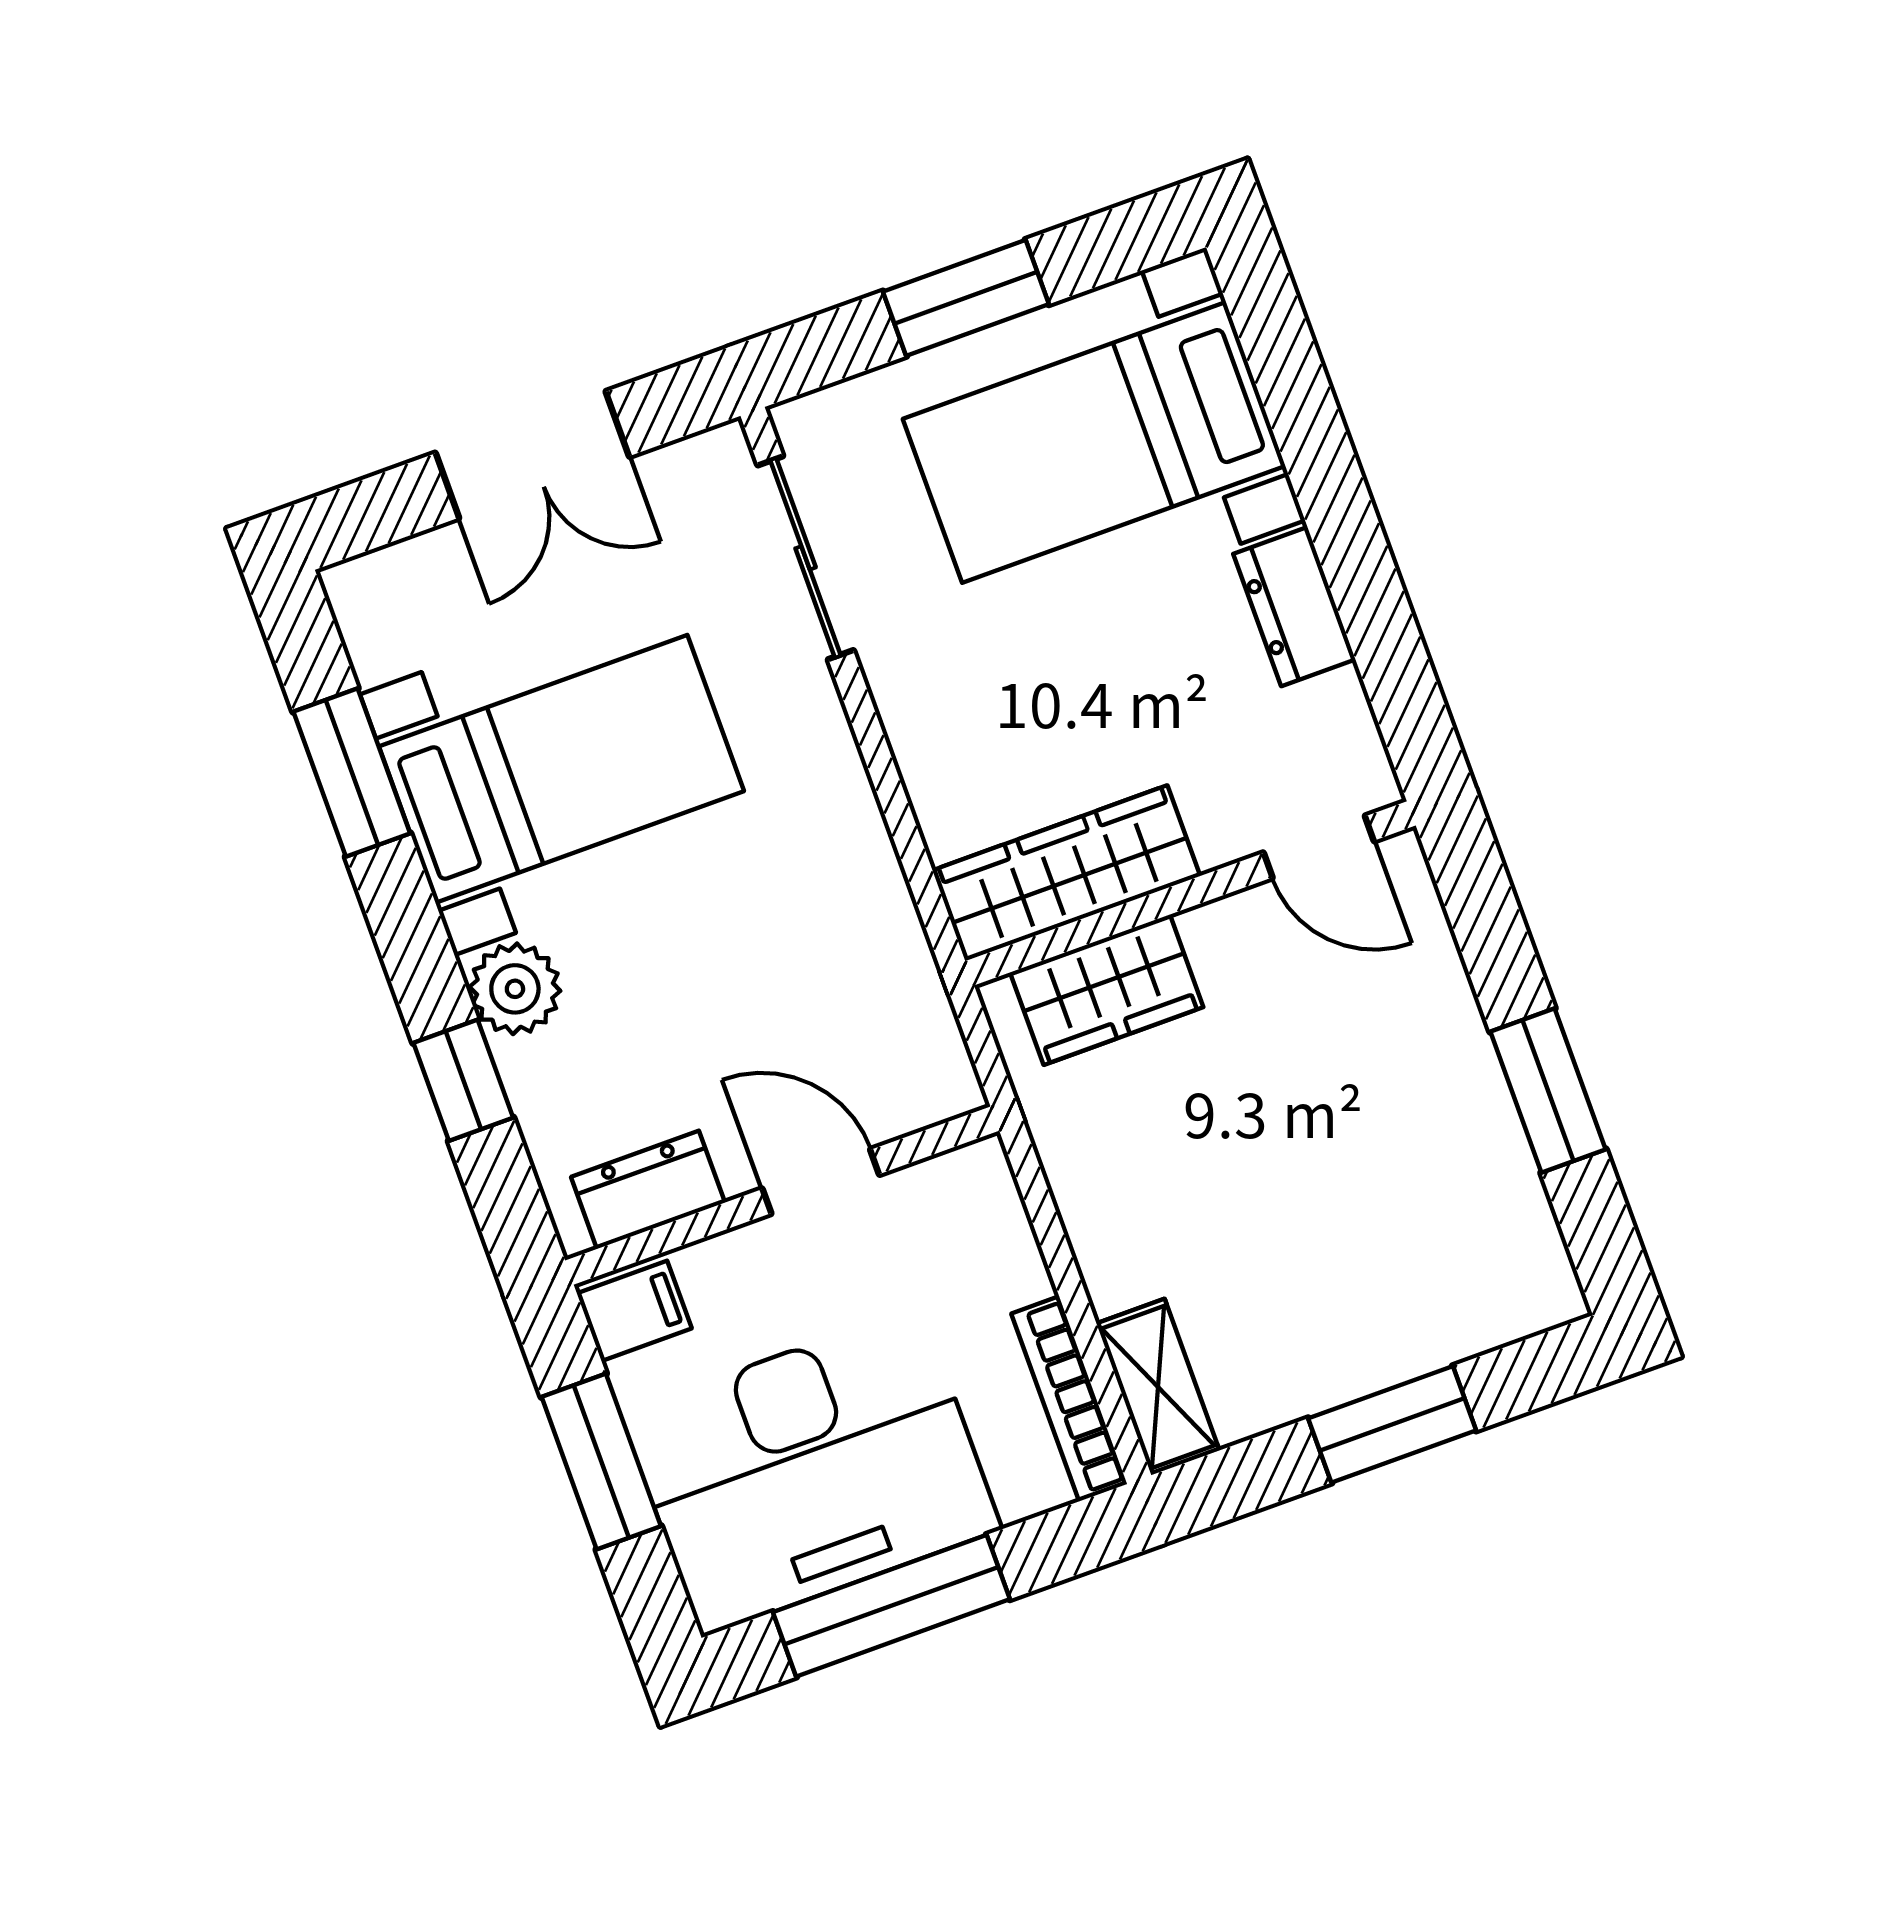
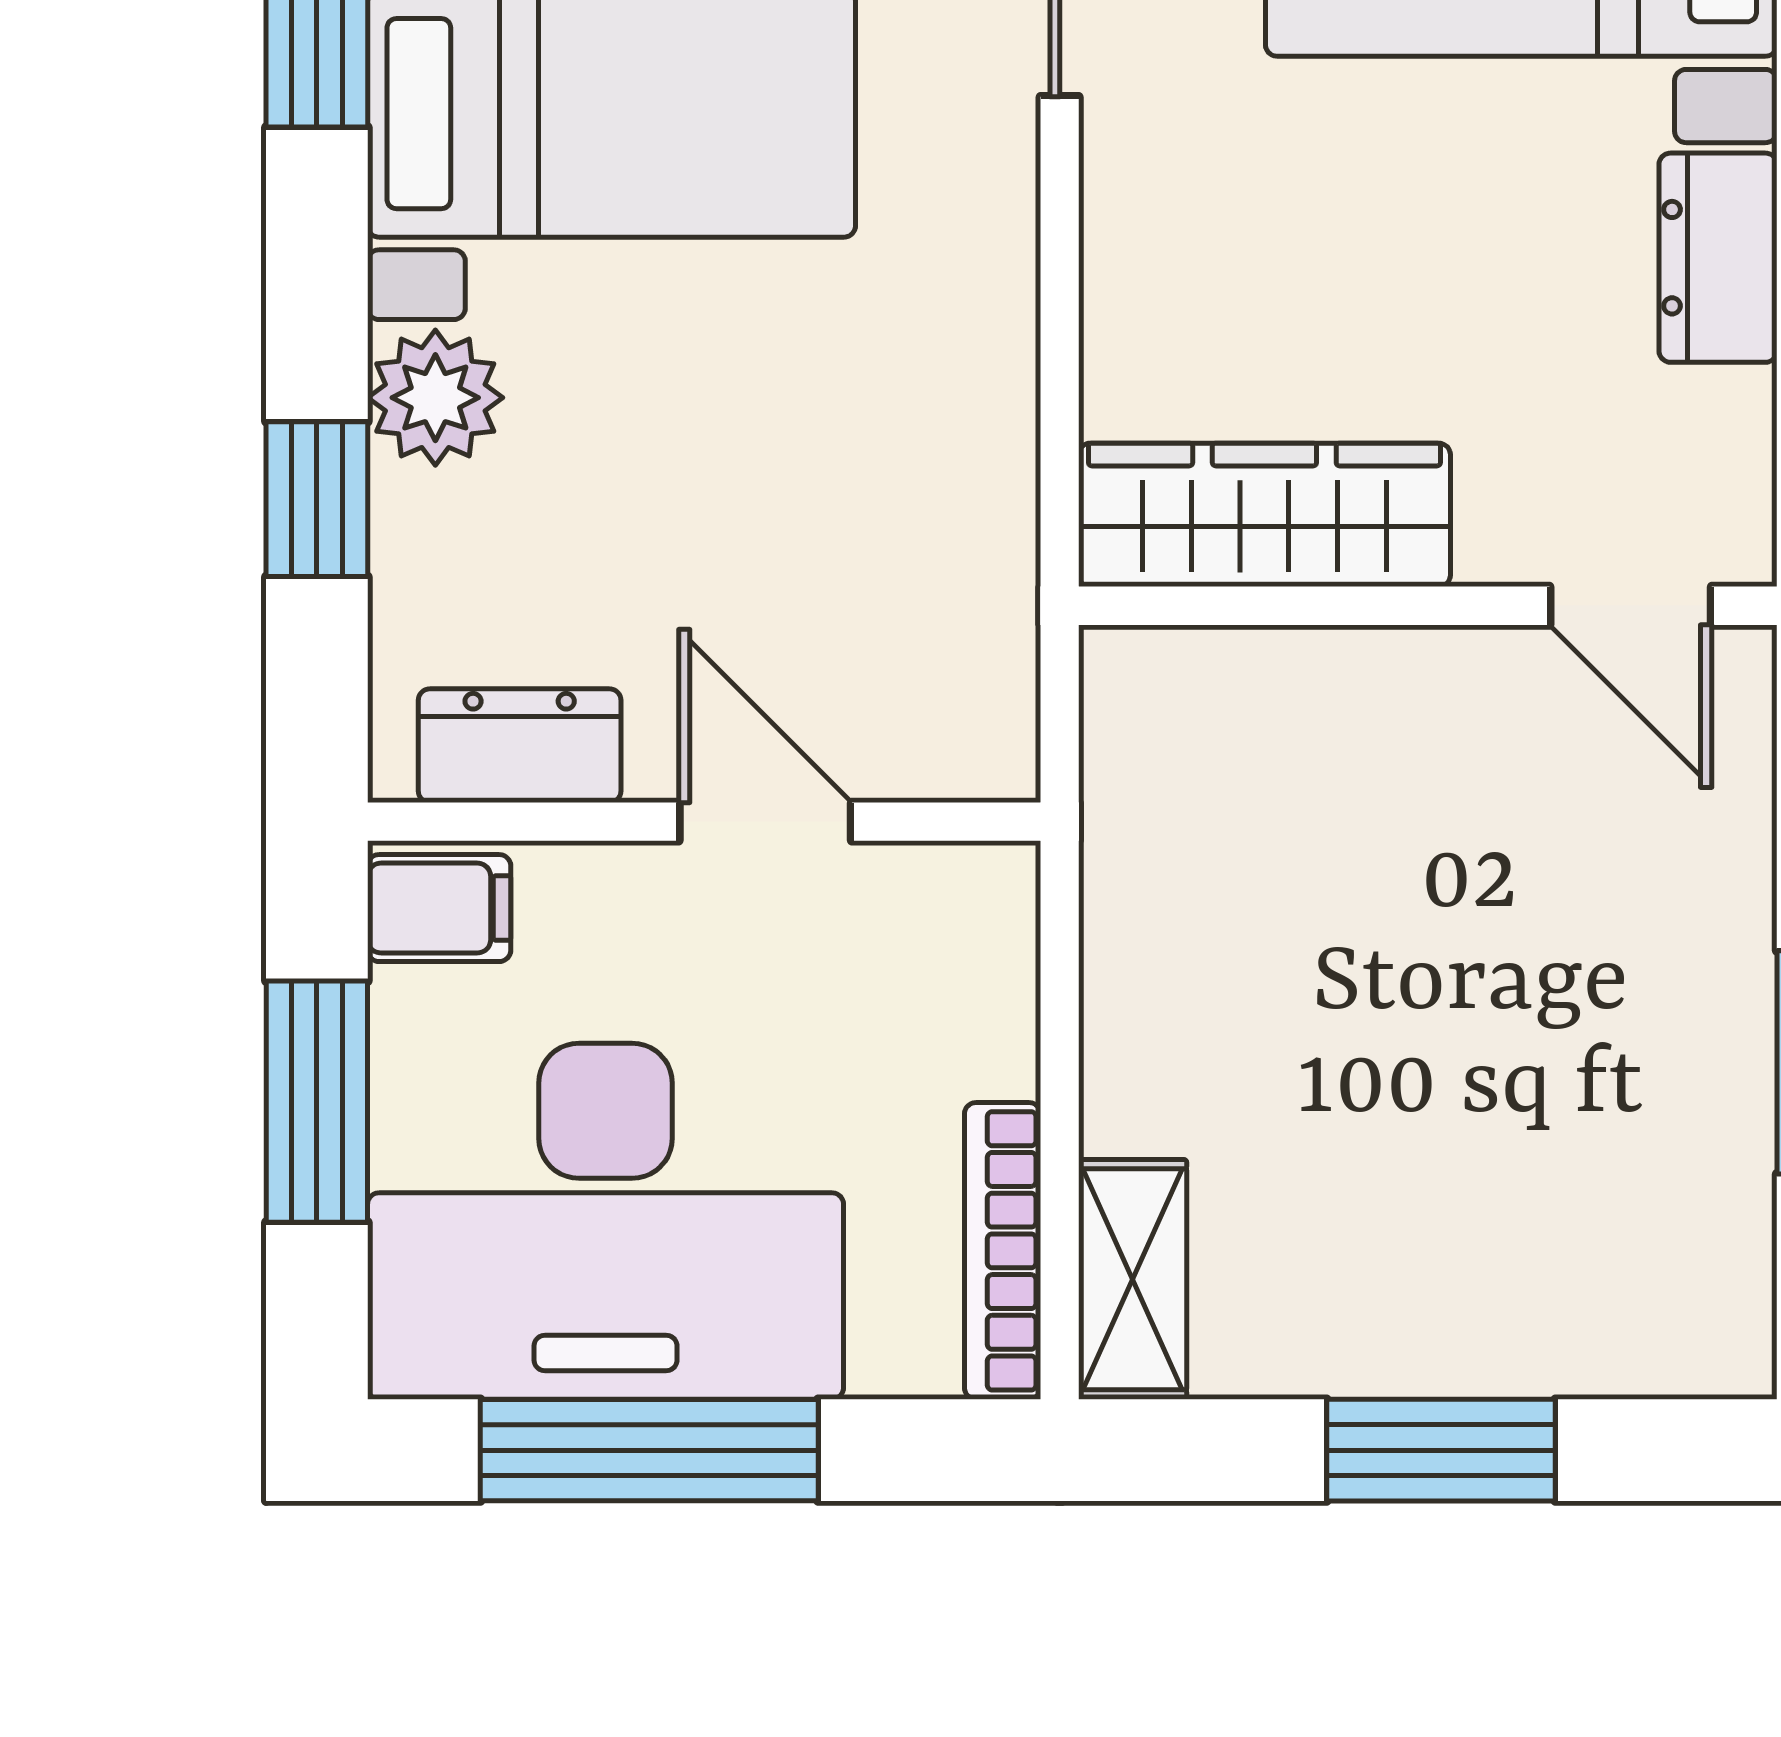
wardrobe: (1107, 990) -> (1262, 698), removed

